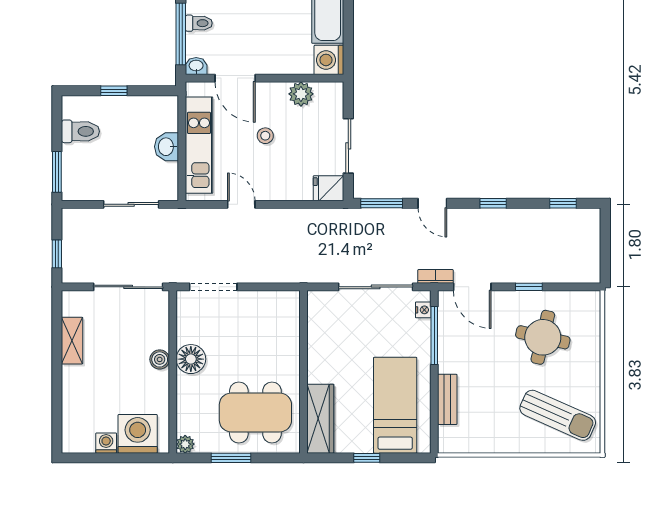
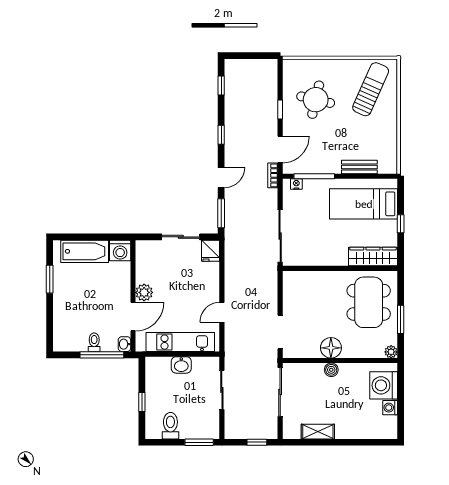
plant: (301, 94) -> (144, 292), moved
stool: (265, 136) -> (174, 295), removed
sliding door: (376, 287) -> (280, 236), moved

